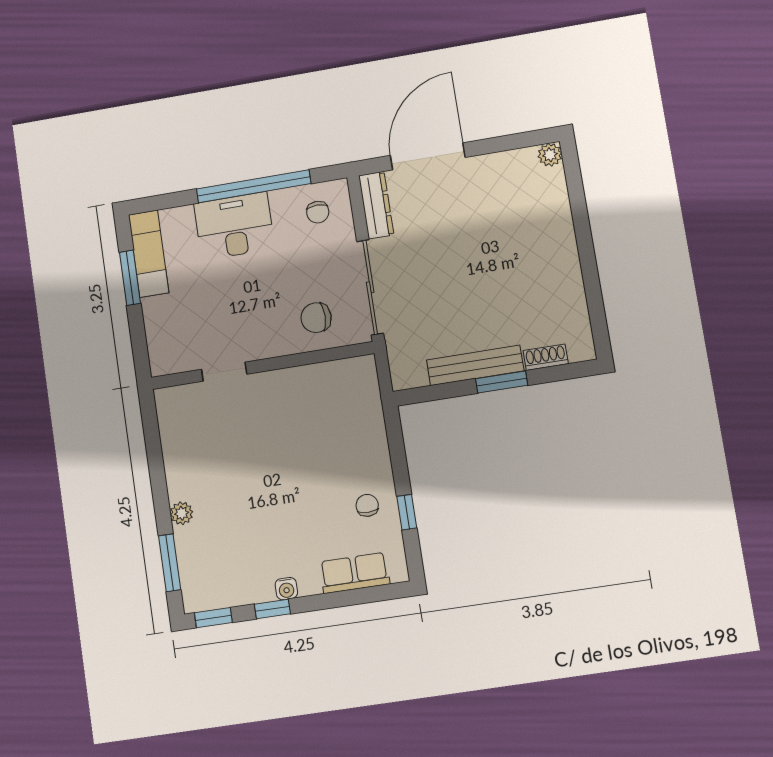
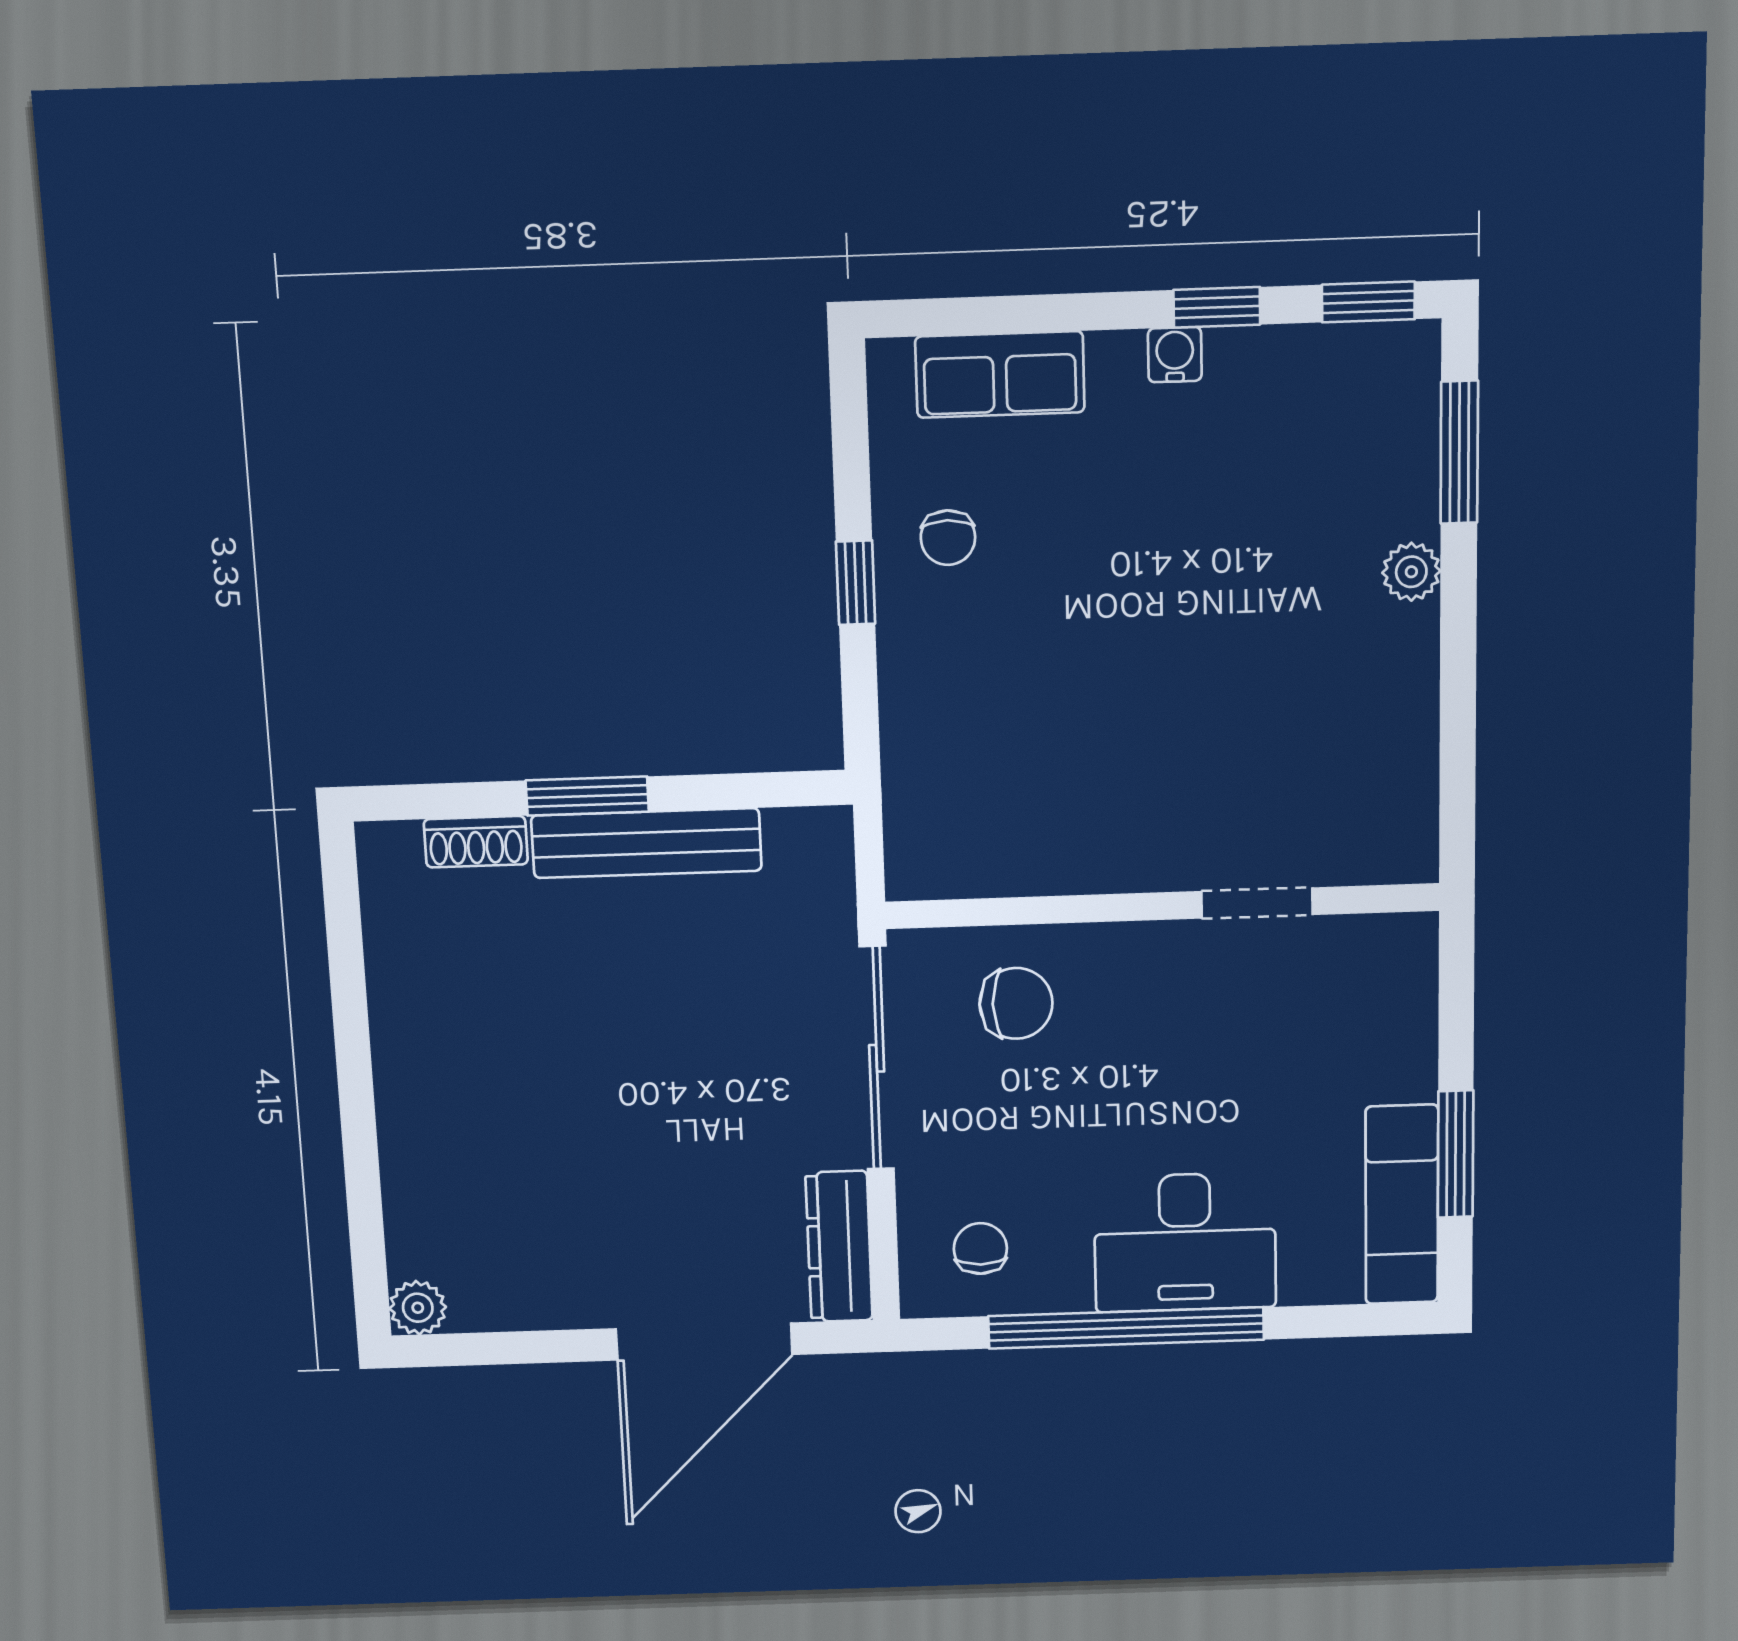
window: (407, 512) -> (856, 583), moved

